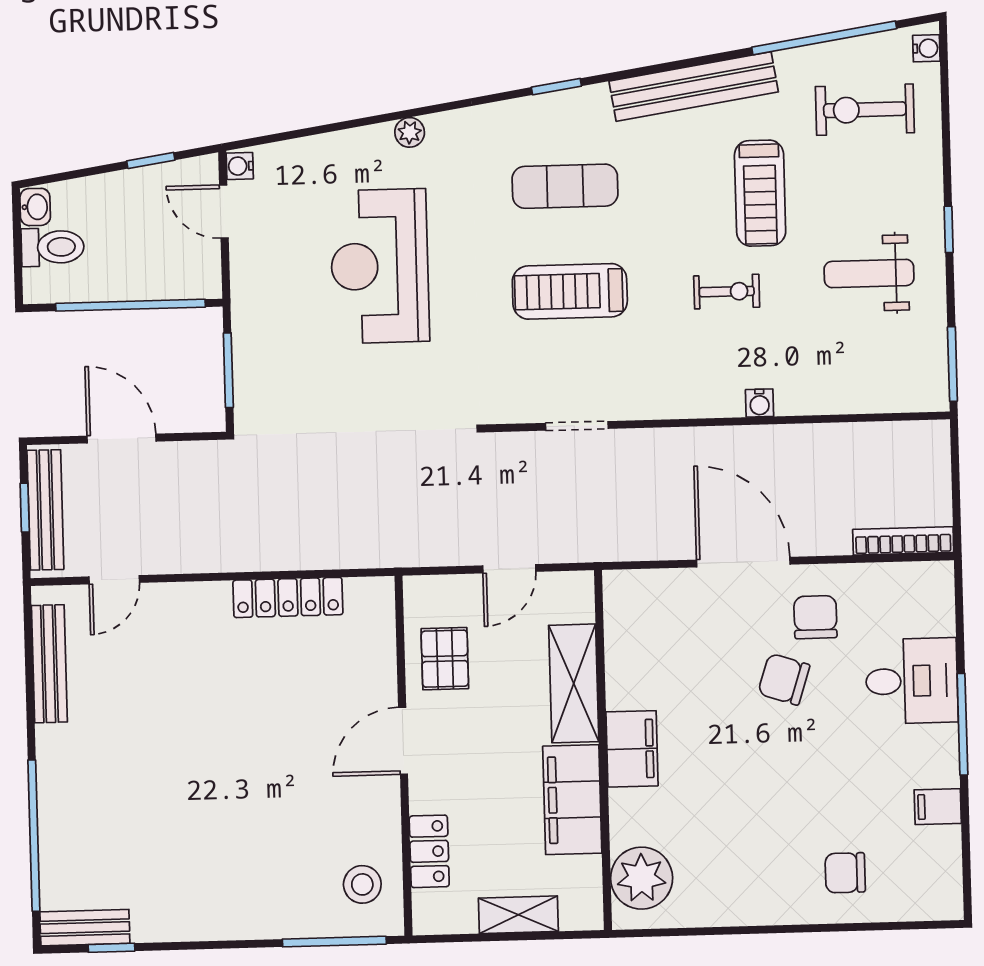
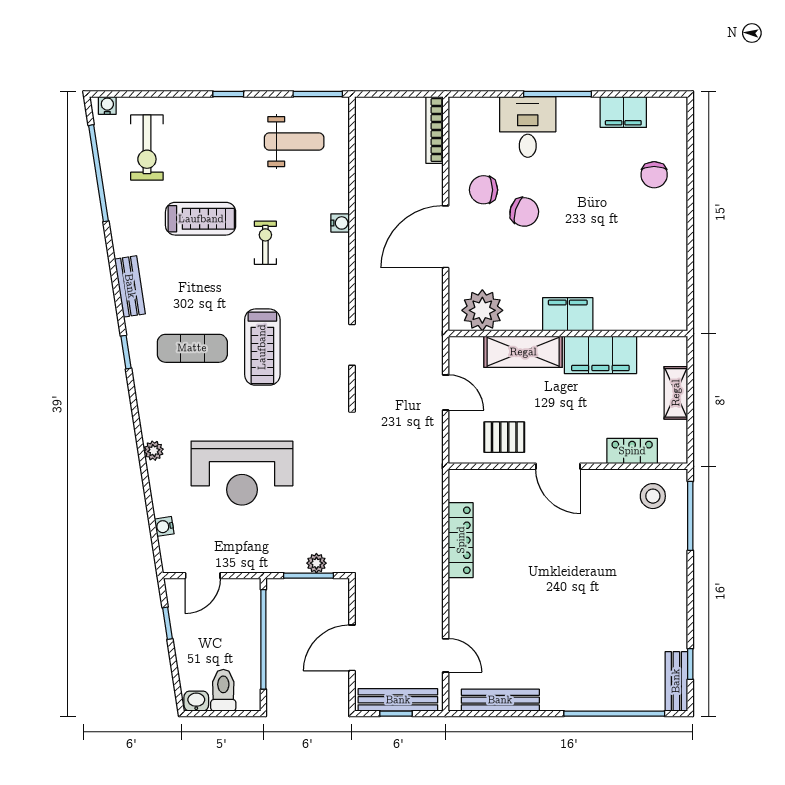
bench: (694, 86) -> (130, 286), width x0.54, depth x0.82
water cooler: (240, 166) -> (164, 526), moved, turned 81
exercise mat: (565, 186) -> (192, 348), turned 90
weight bench: (869, 273) -> (294, 142), moved, turned -90
plant: (247, 382) -> (316, 563), added
chair: (784, 679) -> (524, 212), turned -91
filing cabinet: (938, 807) -> (623, 112), width x2.00
plant: (642, 878) -> (482, 310), moved

